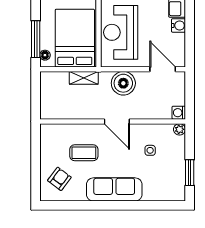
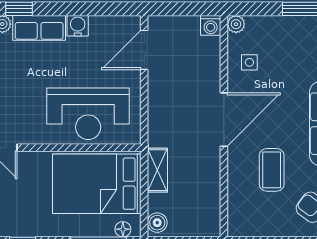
boiler: (123, 83) -> (157, 223), moved, width x0.54, depth x0.54
door: (117, 121) -> (224, 120), width x1.36
side table: (150, 150) -> (249, 62), moved

